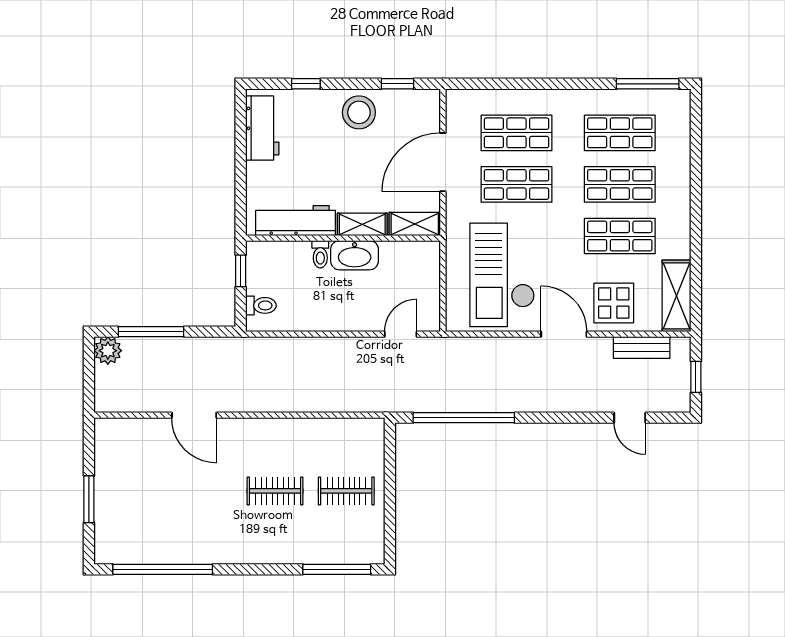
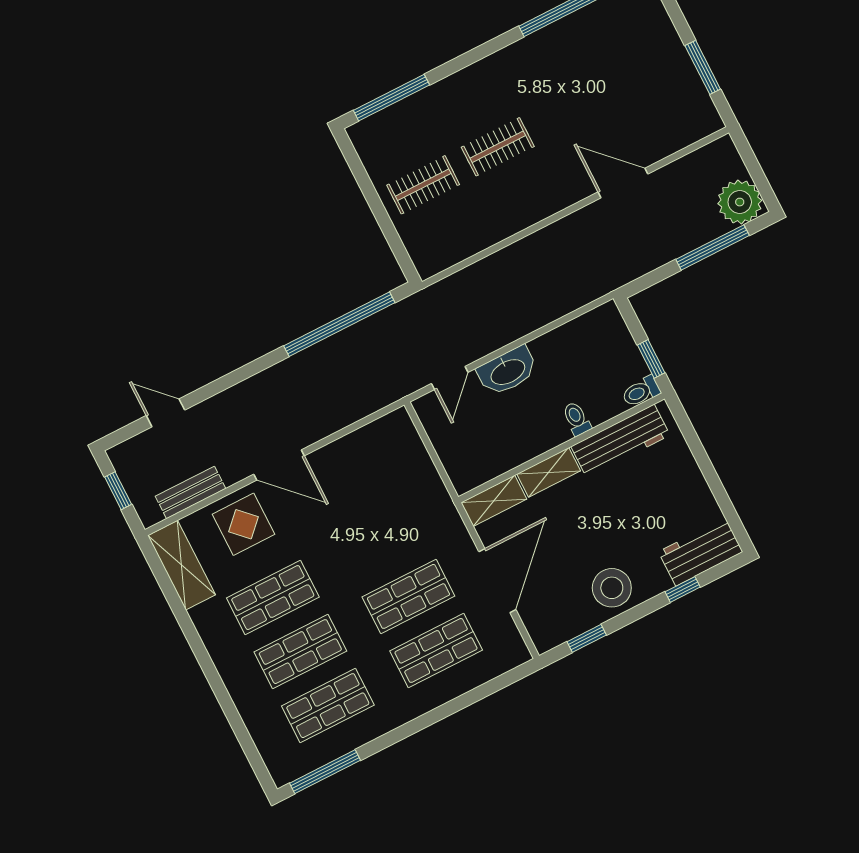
workbench: (262, 128) -> (701, 552), moved, turned 90
washbasin: (355, 255) -> (507, 371), moved, turned 180
checkout: (502, 275) -> (375, 494), removed
toilet: (261, 305) -> (641, 392), moved
plant: (108, 351) -> (740, 202), width x1.36, depth x1.36
window: (89, 499) -> (703, 67), moved

